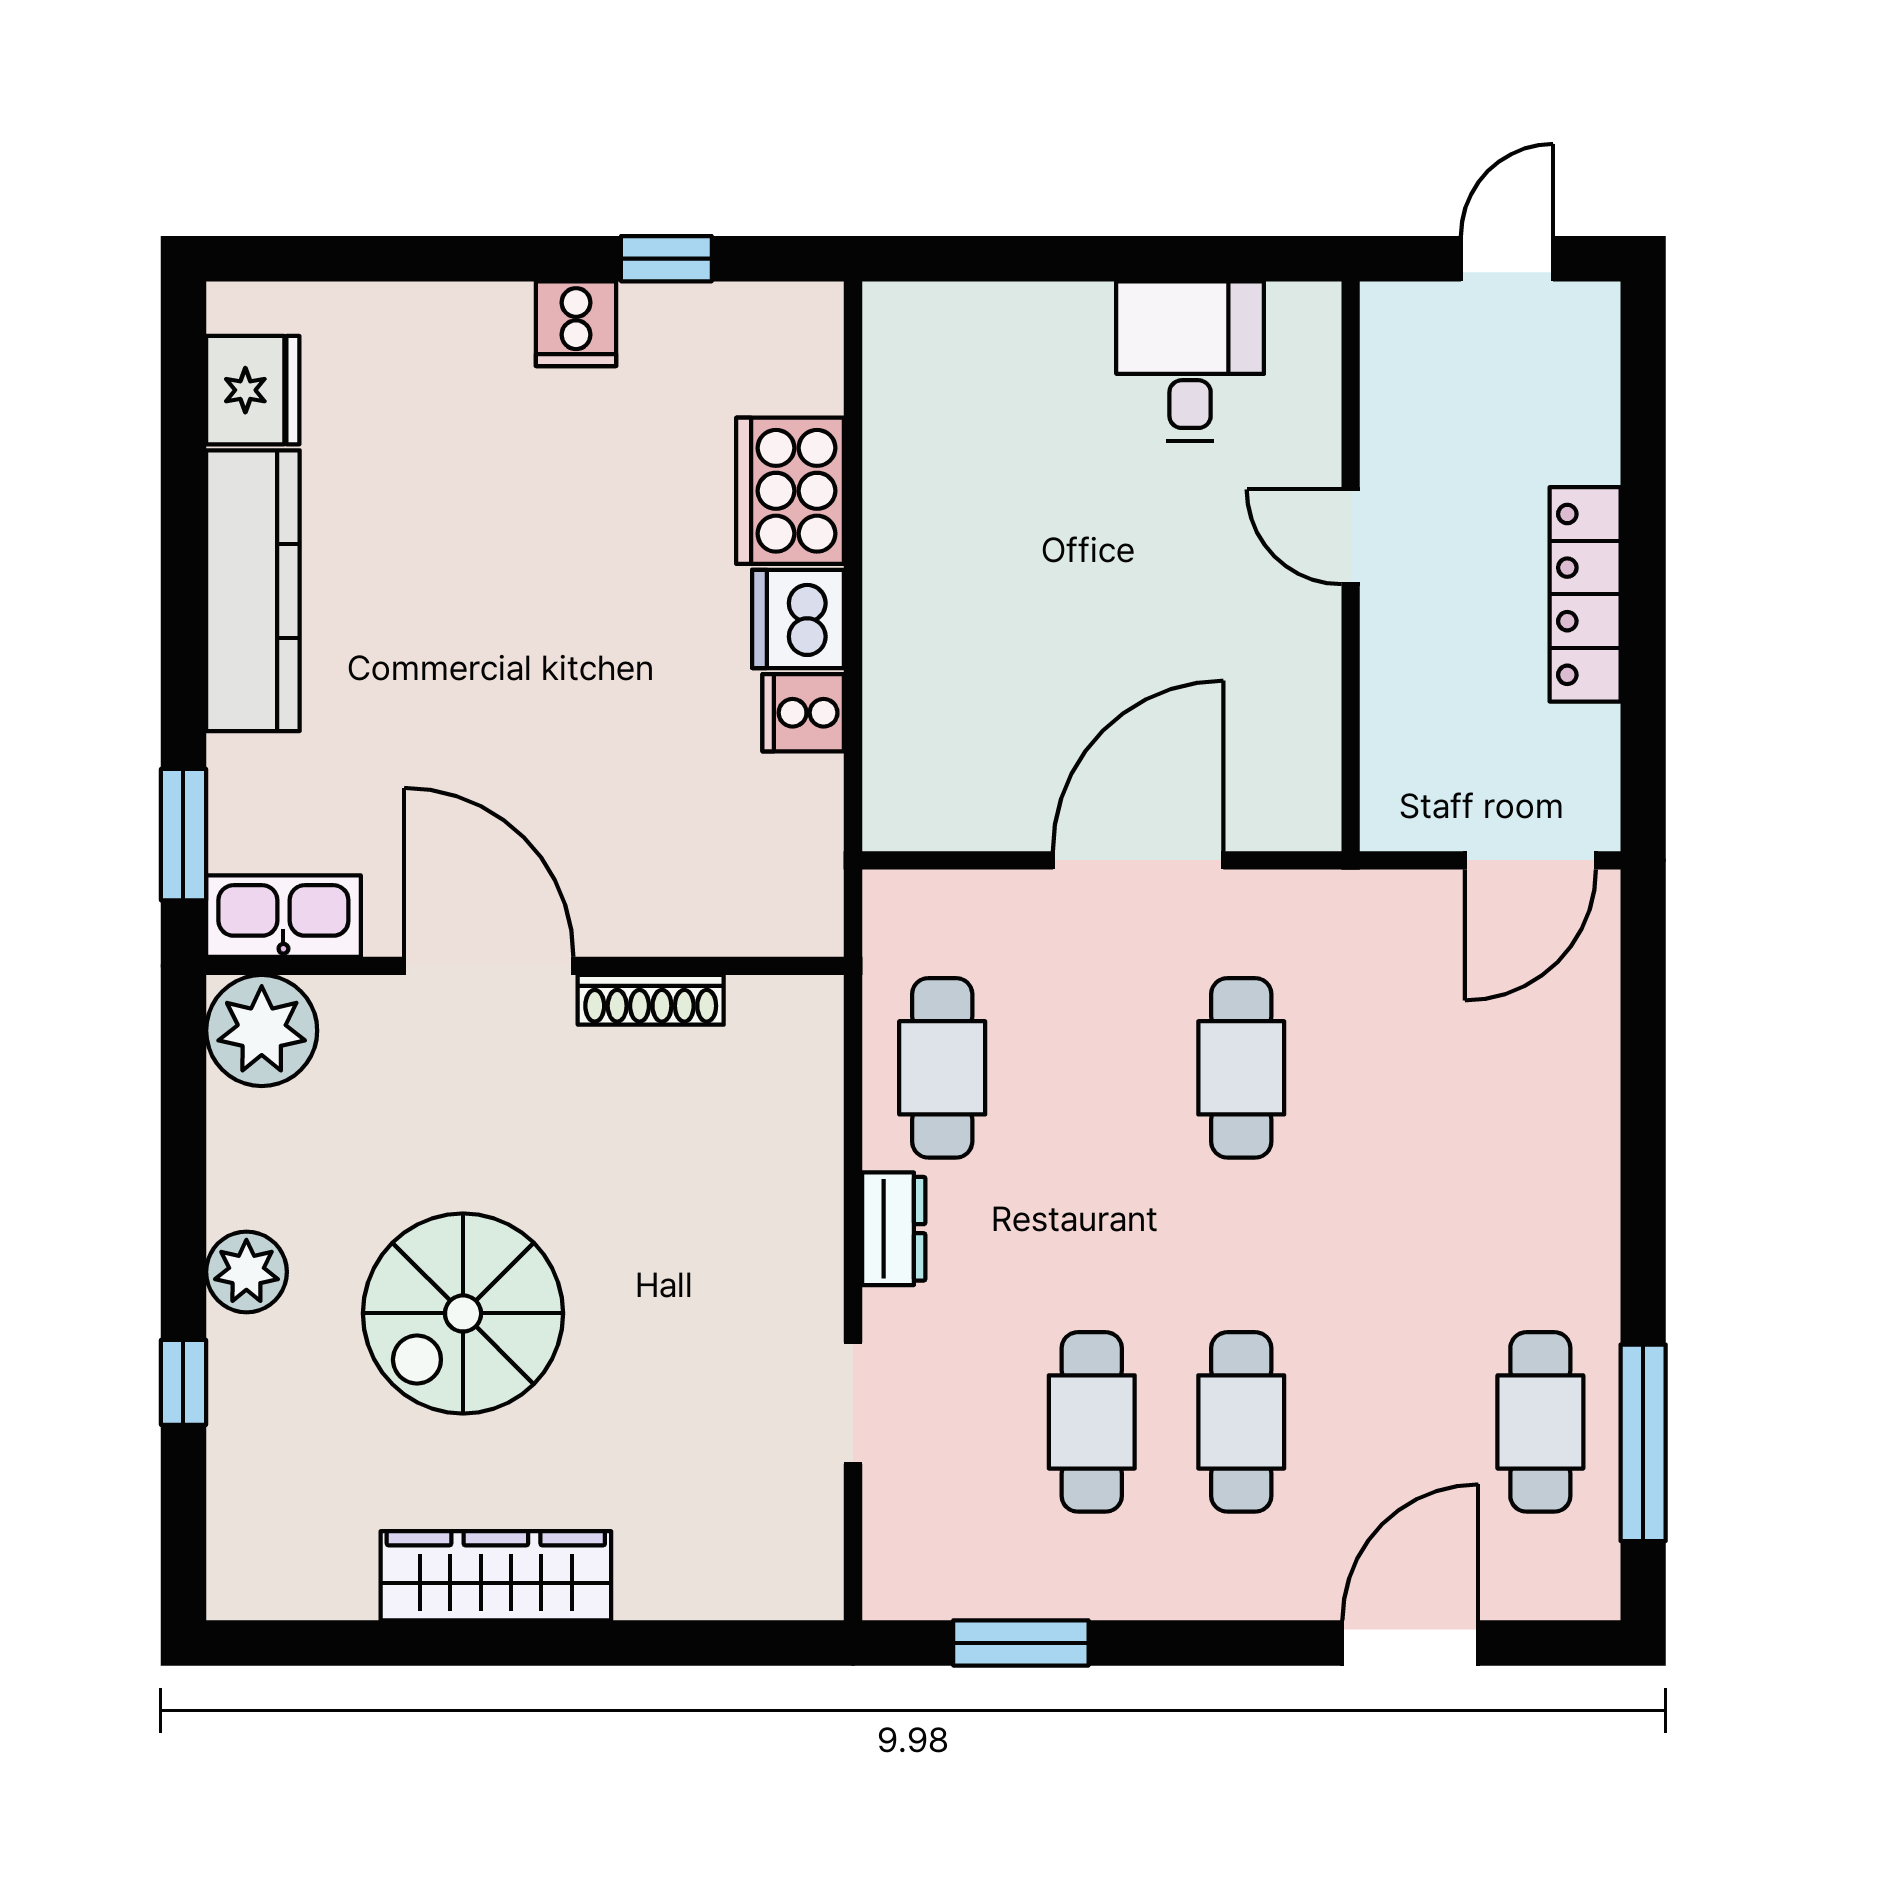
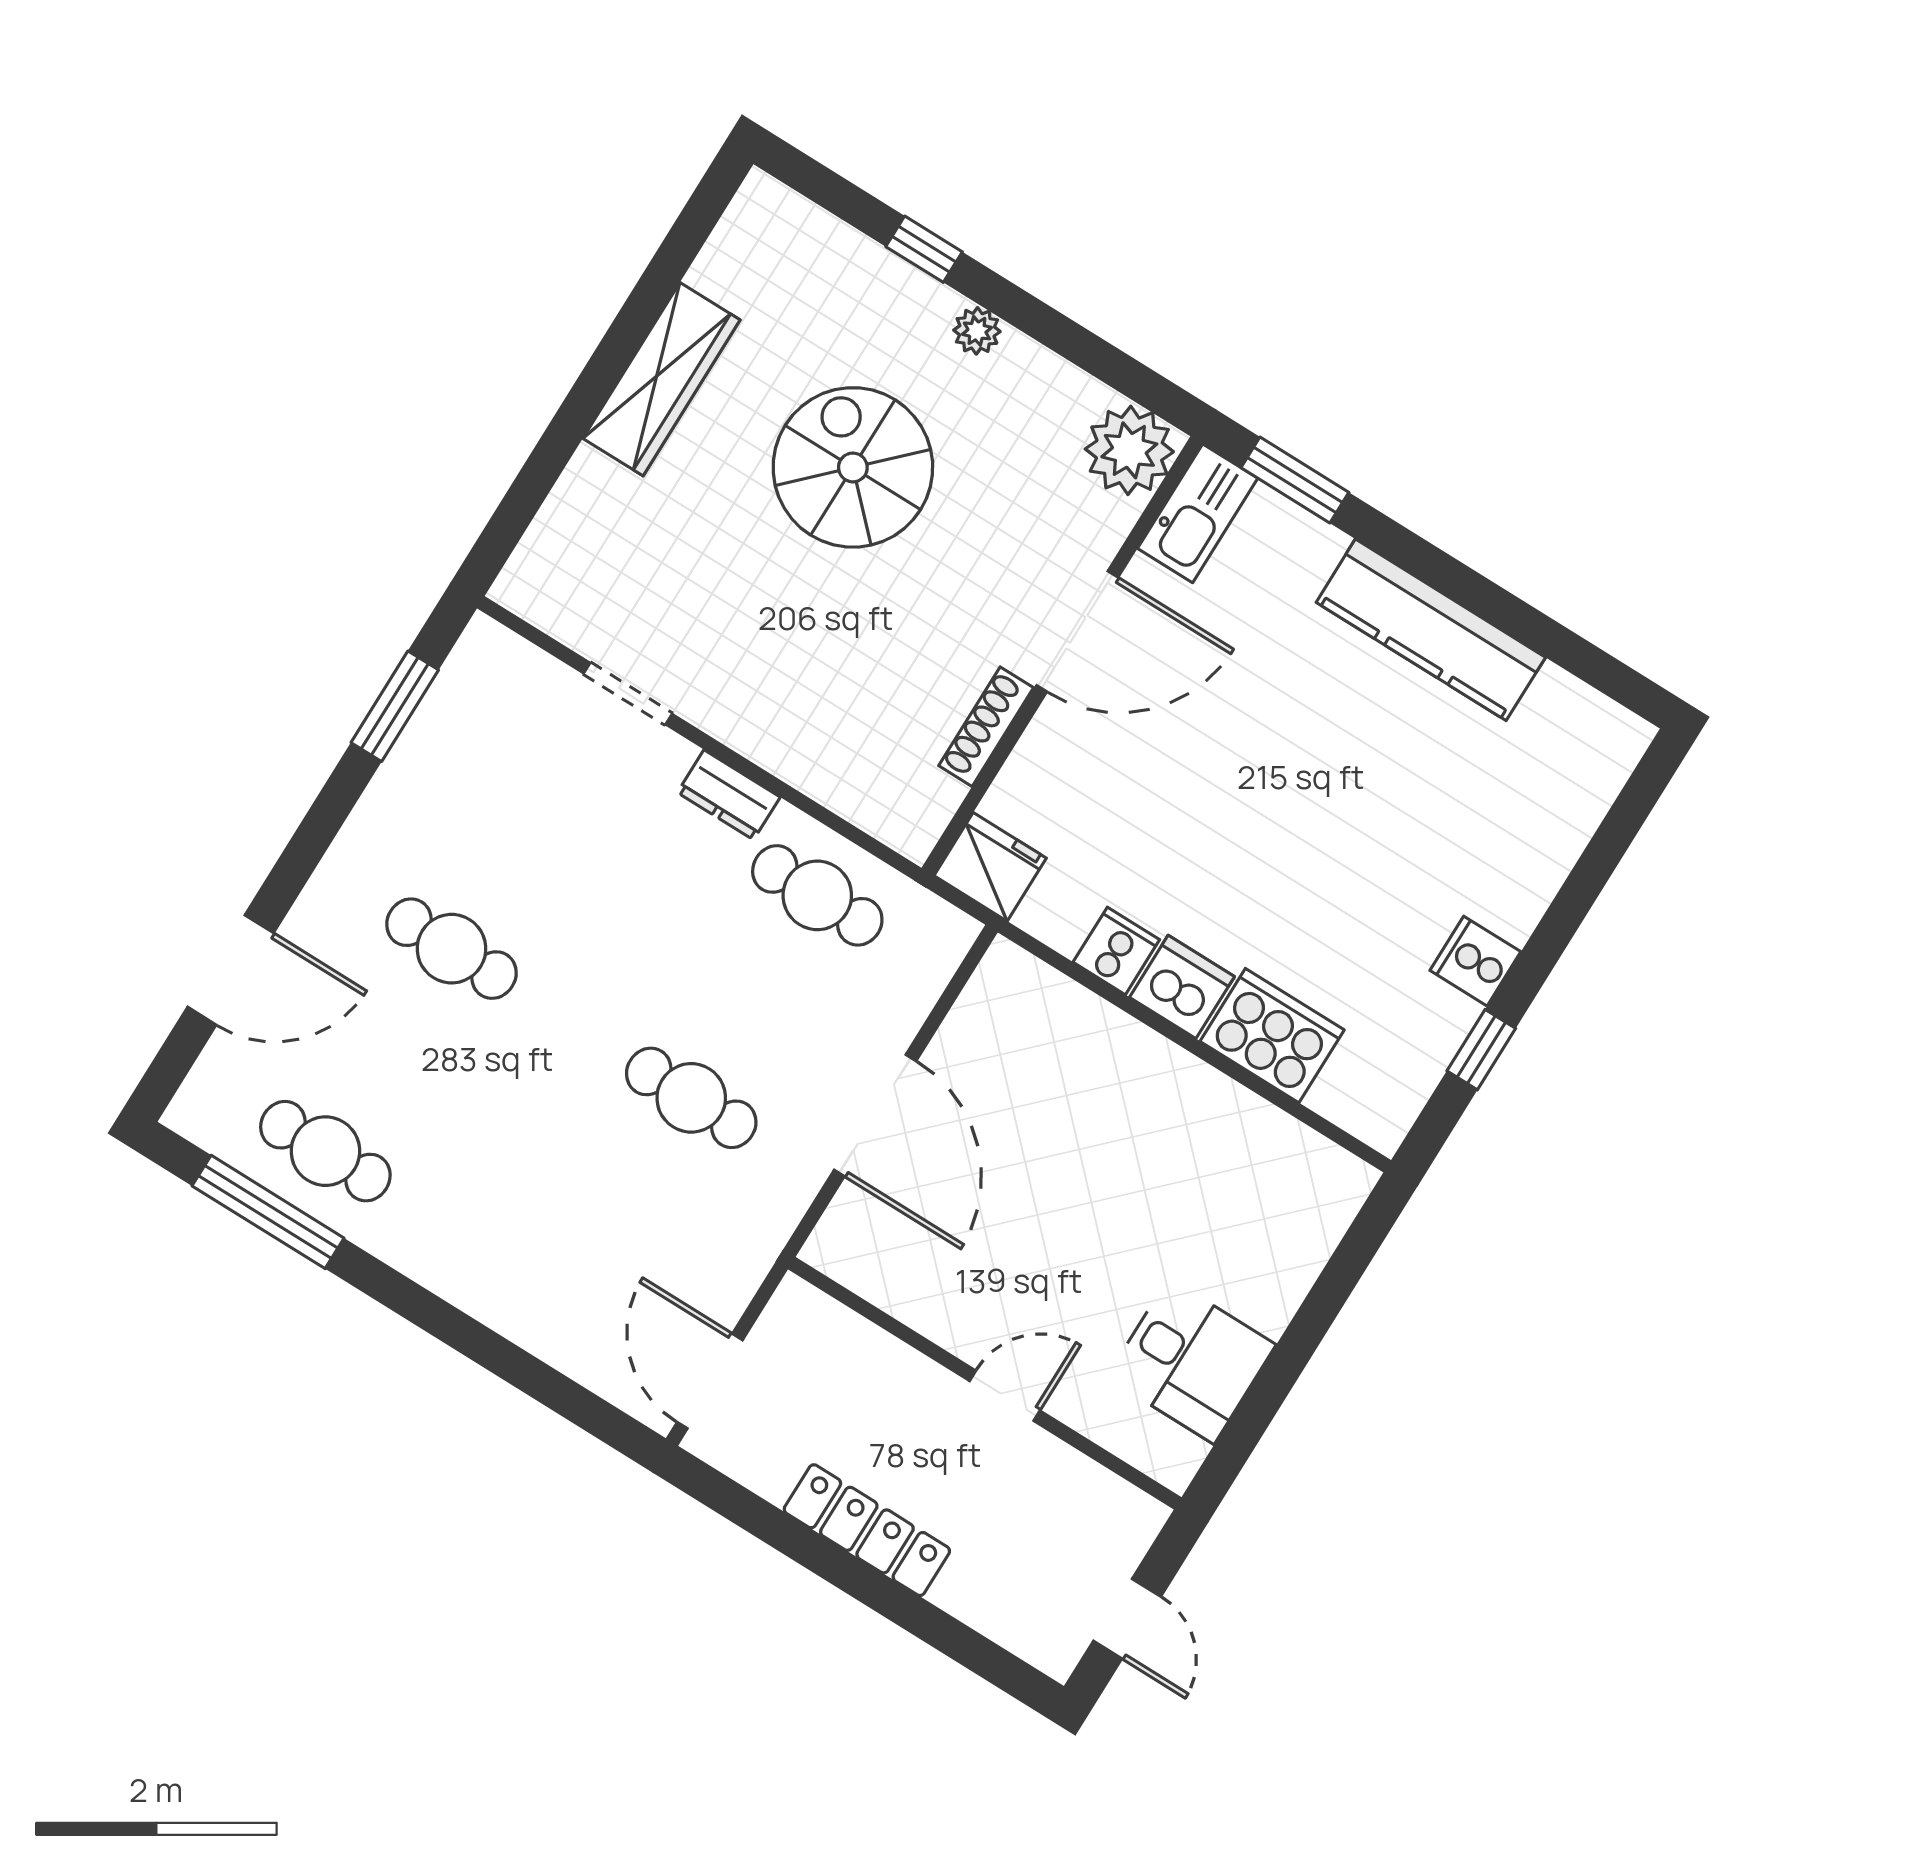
fridge: (253, 390) -> (990, 867), moved, turned 180
plant: (246, 1272) -> (977, 331), width x0.73, depth x0.73
cafe table: (1092, 1422) -> (515, 847), removed
door: (1410, 1643) -> (231, 970), hinge flipped

